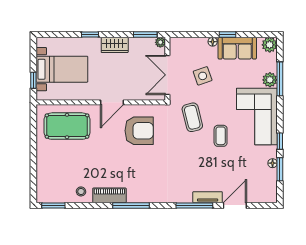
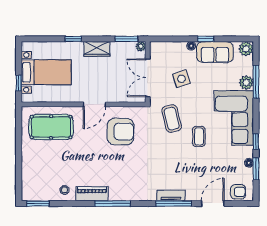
armchair: (261, 193) -> (238, 192), added
tv unit: (208, 197) -> (171, 196), moved

